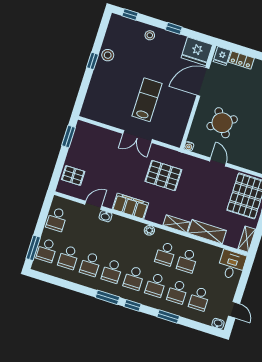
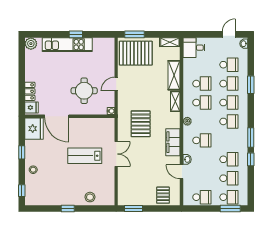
stool: (108, 55) -> (90, 197), moved
round table: (222, 123) -> (84, 91), turned 34
school desk: (112, 271) -> (202, 140), moved
window: (133, 305) -> (251, 159), moved

